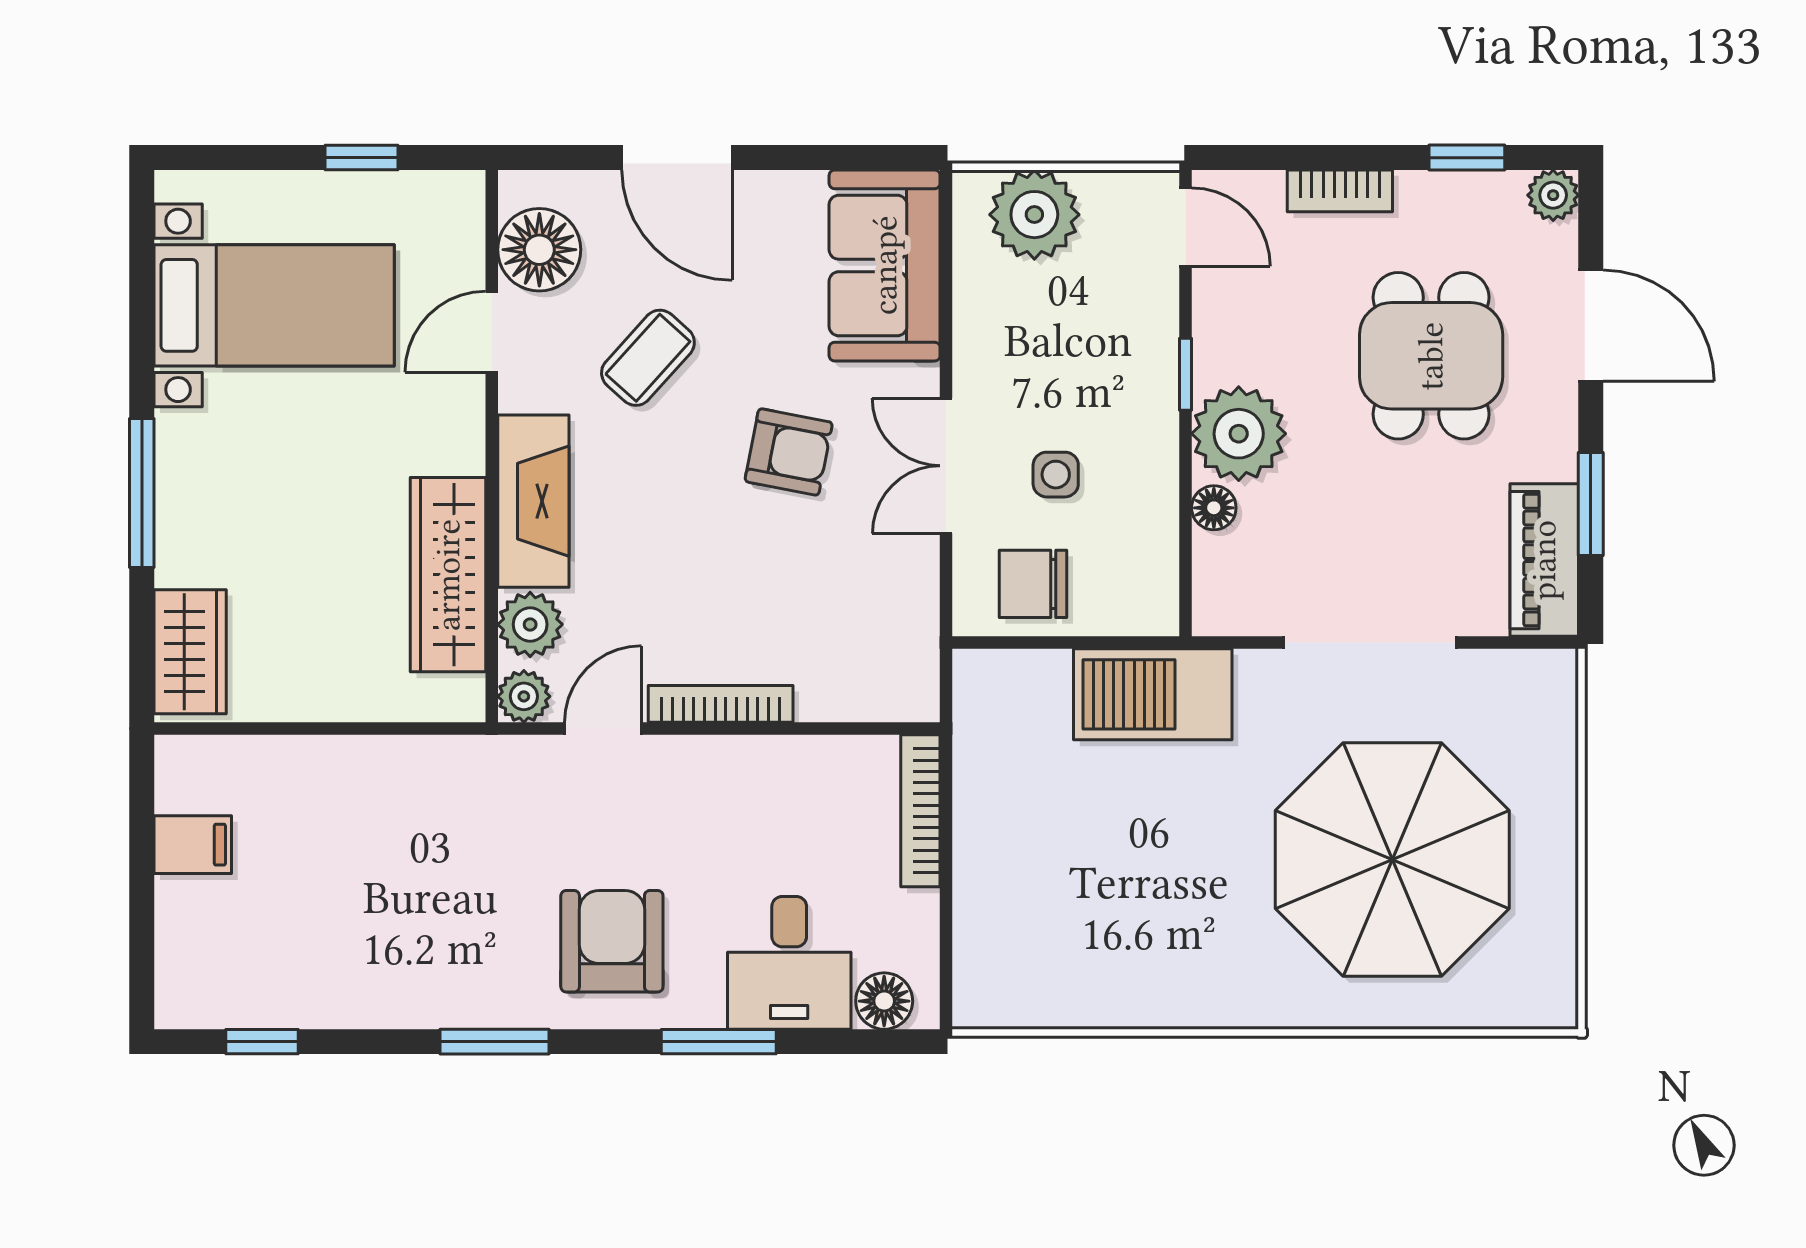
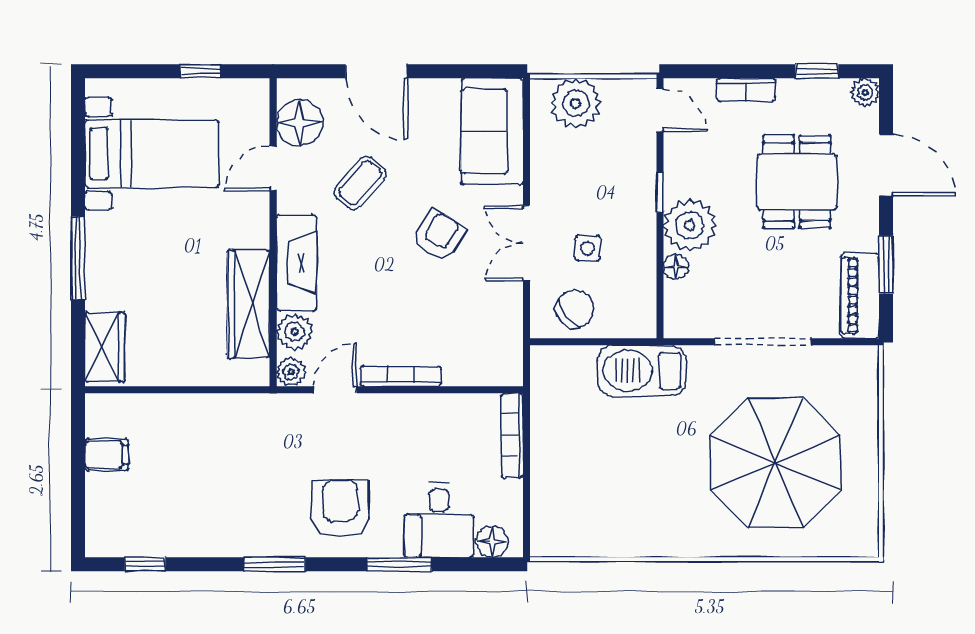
armchair: (789, 452) -> (439, 236), turned -69
chair: (1033, 584) -> (575, 309), turned 143

